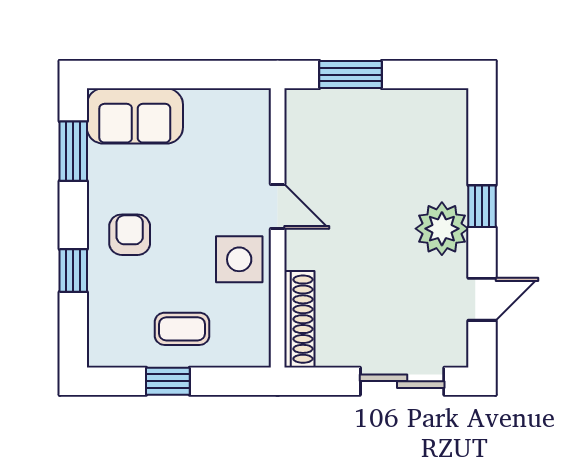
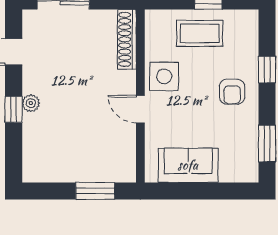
sofa: (135, 116) -> (188, 165), moved
plant: (442, 229) -> (31, 103), width x0.53, depth x0.53
coffee table: (182, 329) -> (200, 33), width x1.36, depth x1.30

